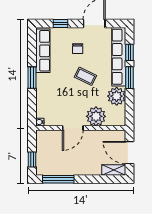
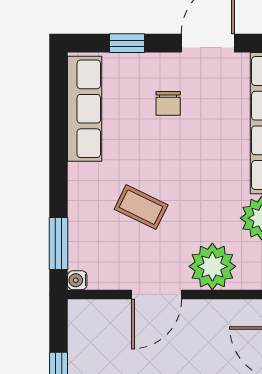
coffee table: (85, 76) -> (141, 207), moved
window: (32, 78) -> (58, 243), moved

